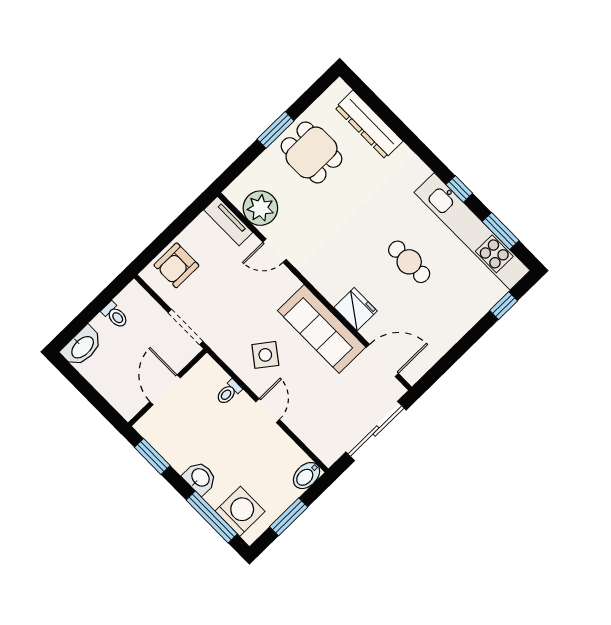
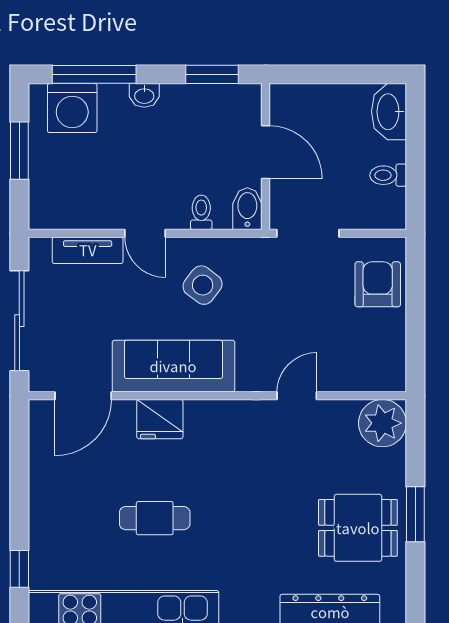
plant: (260, 208) -> (382, 423), moved
tv unit: (228, 221) -> (88, 250), moved, turned 180
bidet: (307, 476) -> (247, 209), moved
washbasin: (200, 478) -> (144, 95), width x0.72, depth x0.69

